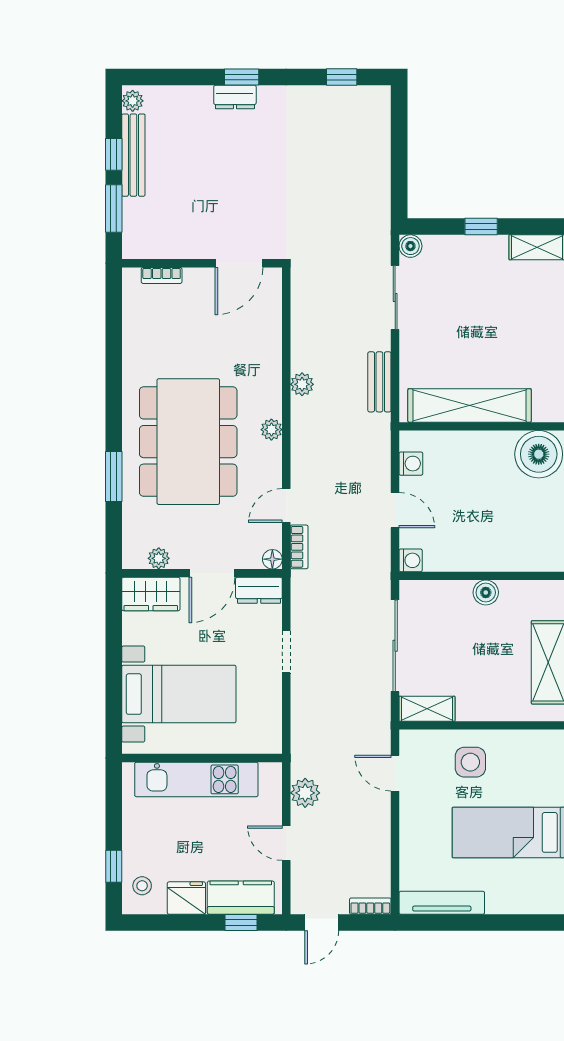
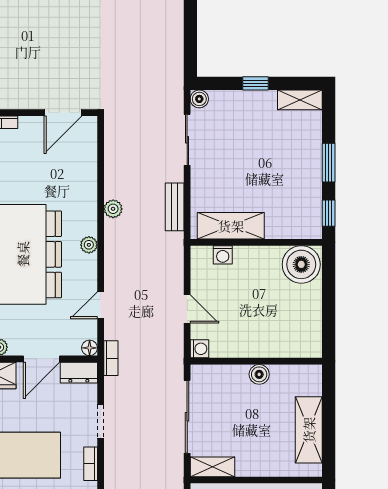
shelving: (470, 405) -> (231, 226), width x0.68
washing machine: (411, 464) -> (223, 255), moved, turned 90
bookcase: (299, 547) -> (111, 358), moved
bookcase: (274, 705) -> (91, 464), added

